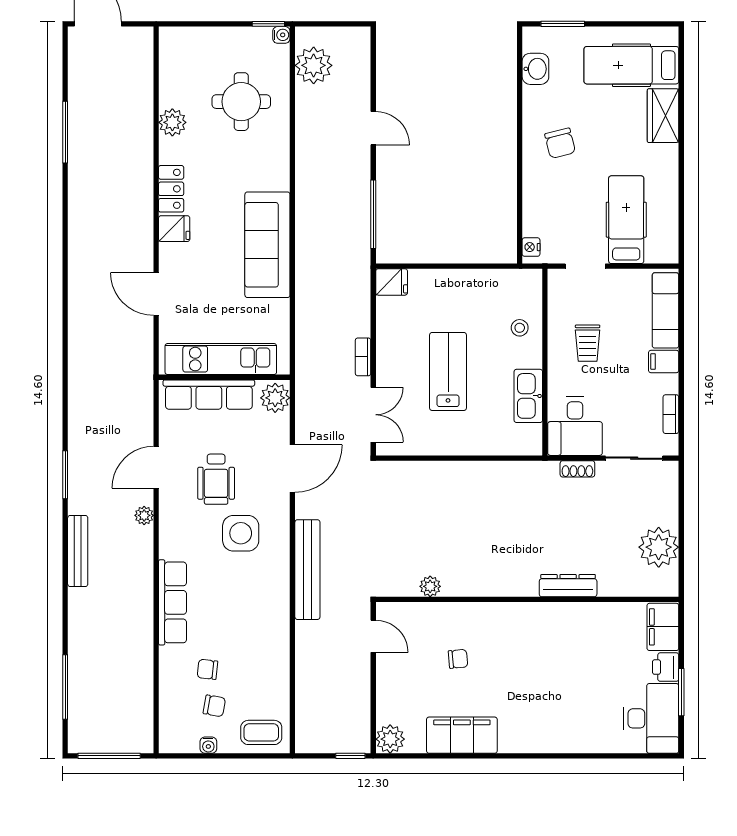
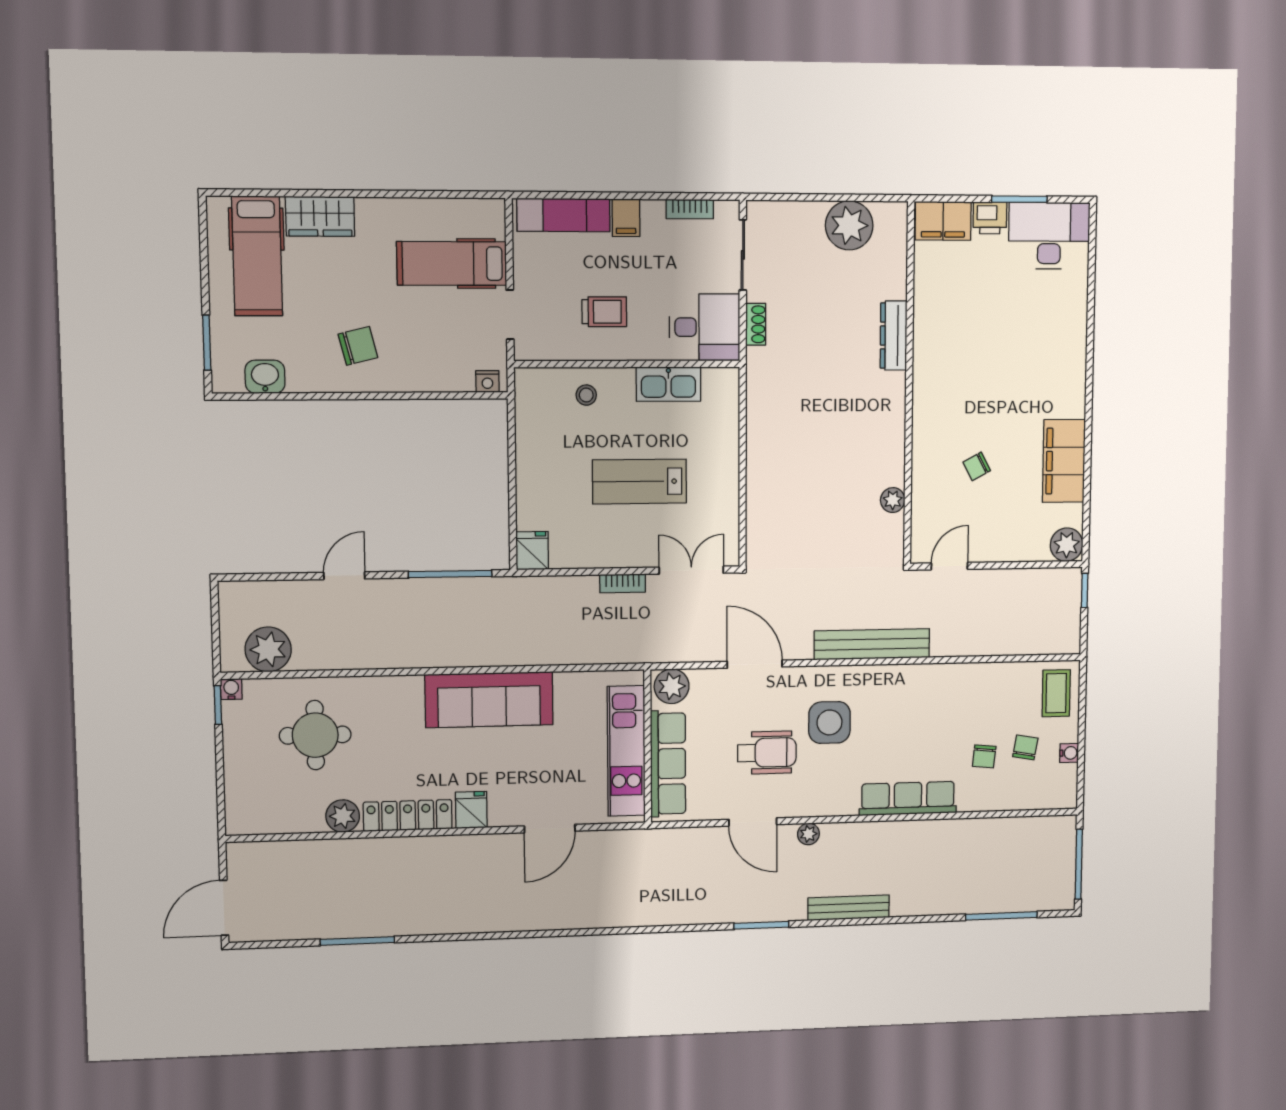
locker: (171, 189) -> (408, 816), width x1.53
chair: (458, 659) -> (977, 466), turned -113

